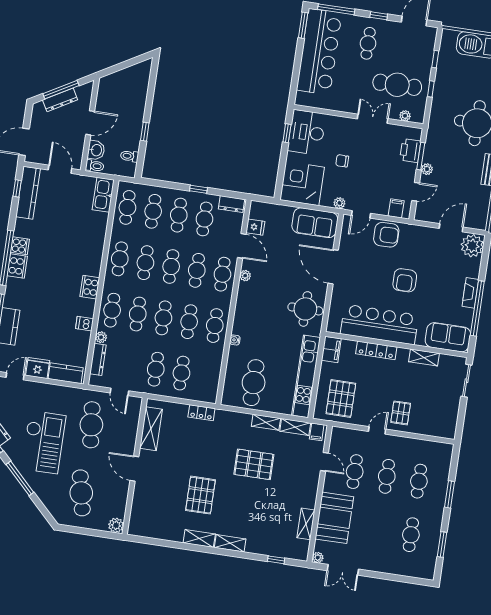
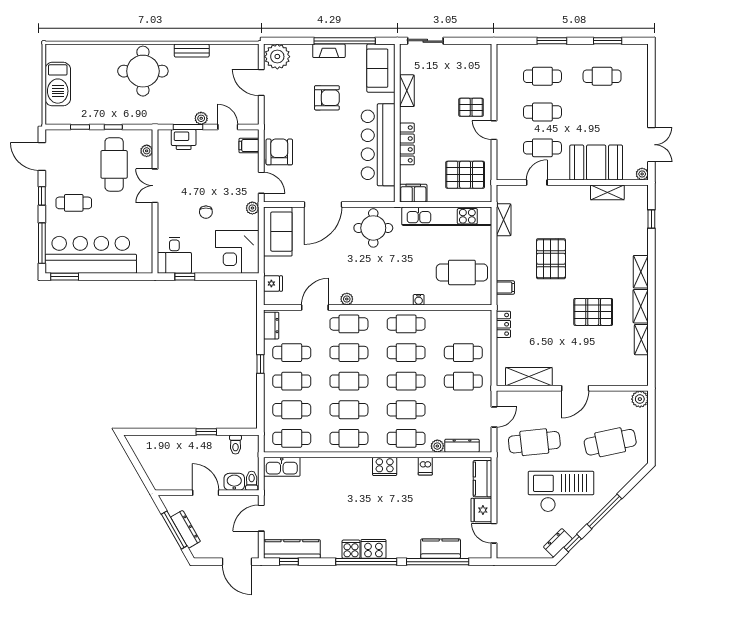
desk: (307, 132) -> (174, 255), width x0.73
fridge: (255, 227) -> (273, 283), moved, turned 90
armchair: (405, 280) -> (327, 98), moved
shelving: (266, 422) -> (641, 340), moved
filing cabinet: (317, 432) -> (505, 288), moved

